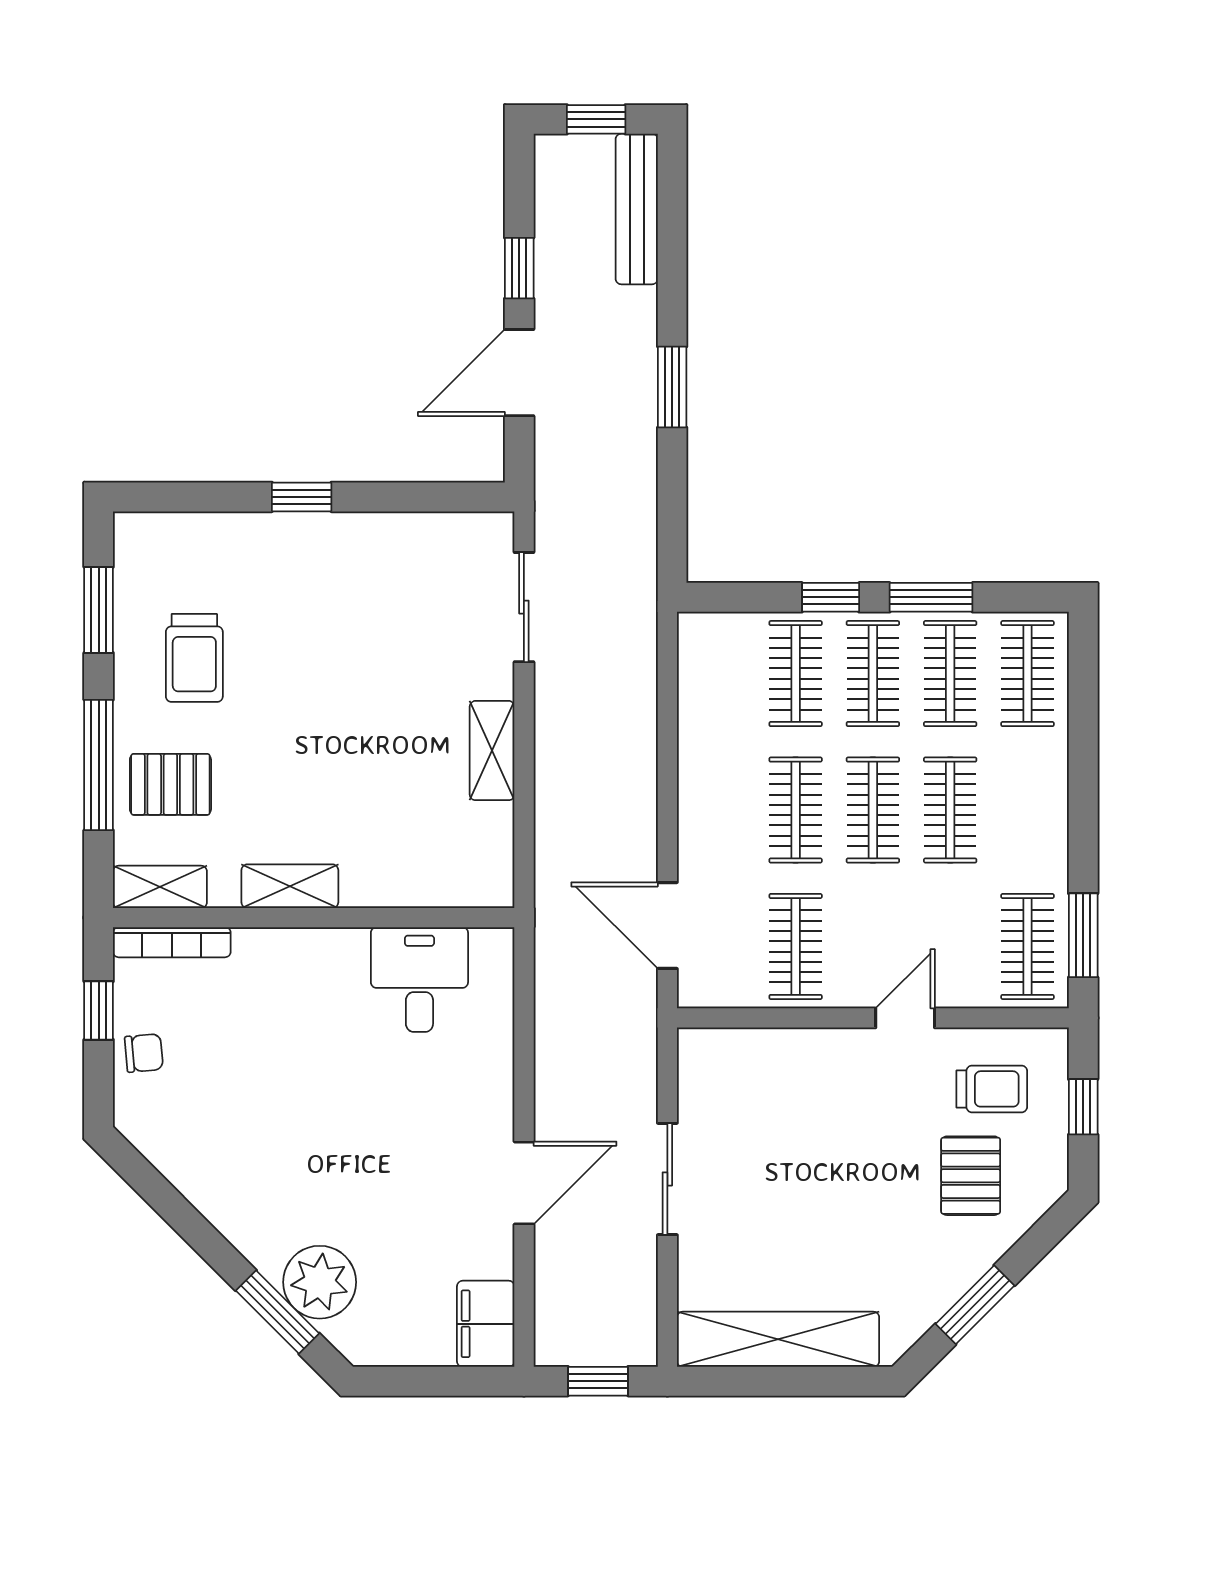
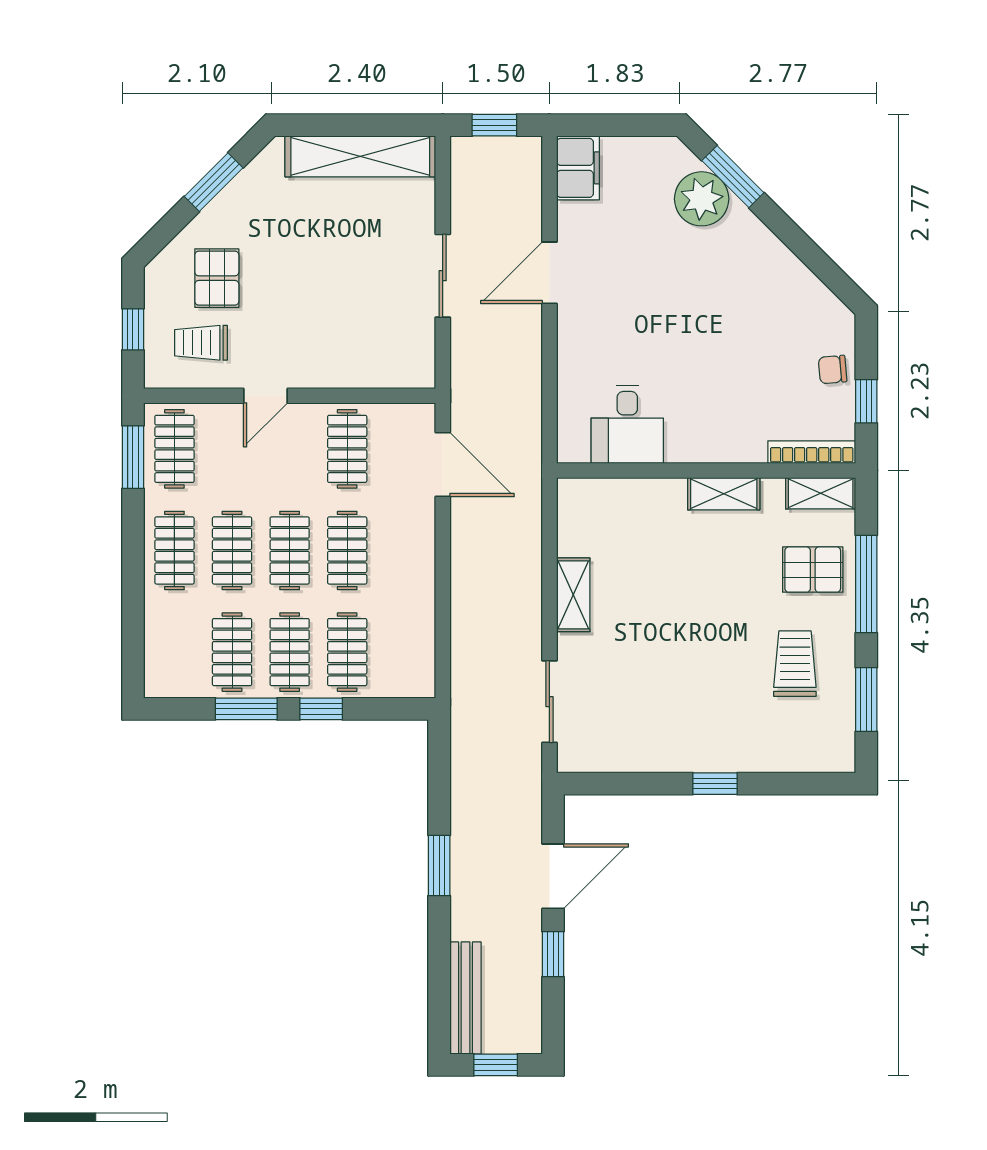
clothes rail: (1028, 674) -> (174, 550), moved

